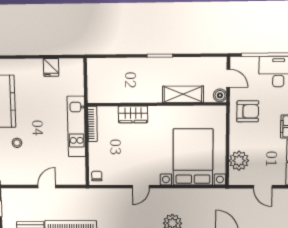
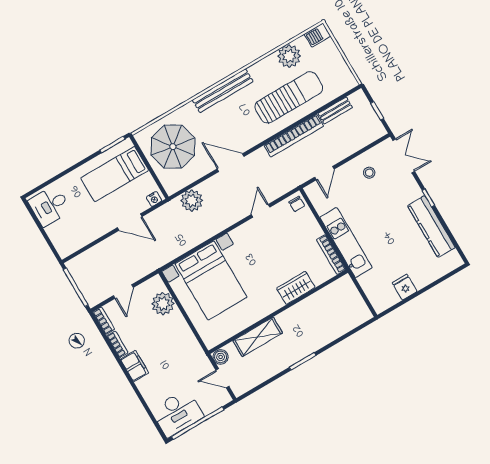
armchair: (248, 111) -> (184, 357), removed
stool: (17, 143) -> (369, 173), moved
door: (47, 187) -> (324, 173), moved
door: (141, 187) -> (261, 211), moved
door: (263, 187) -> (123, 292), swing flipped

